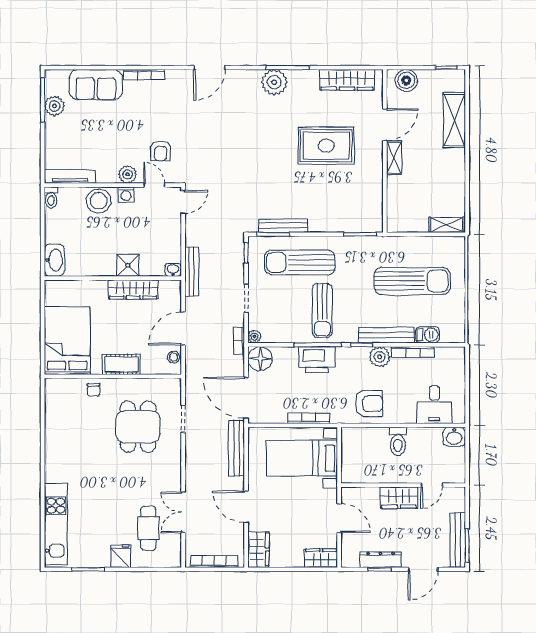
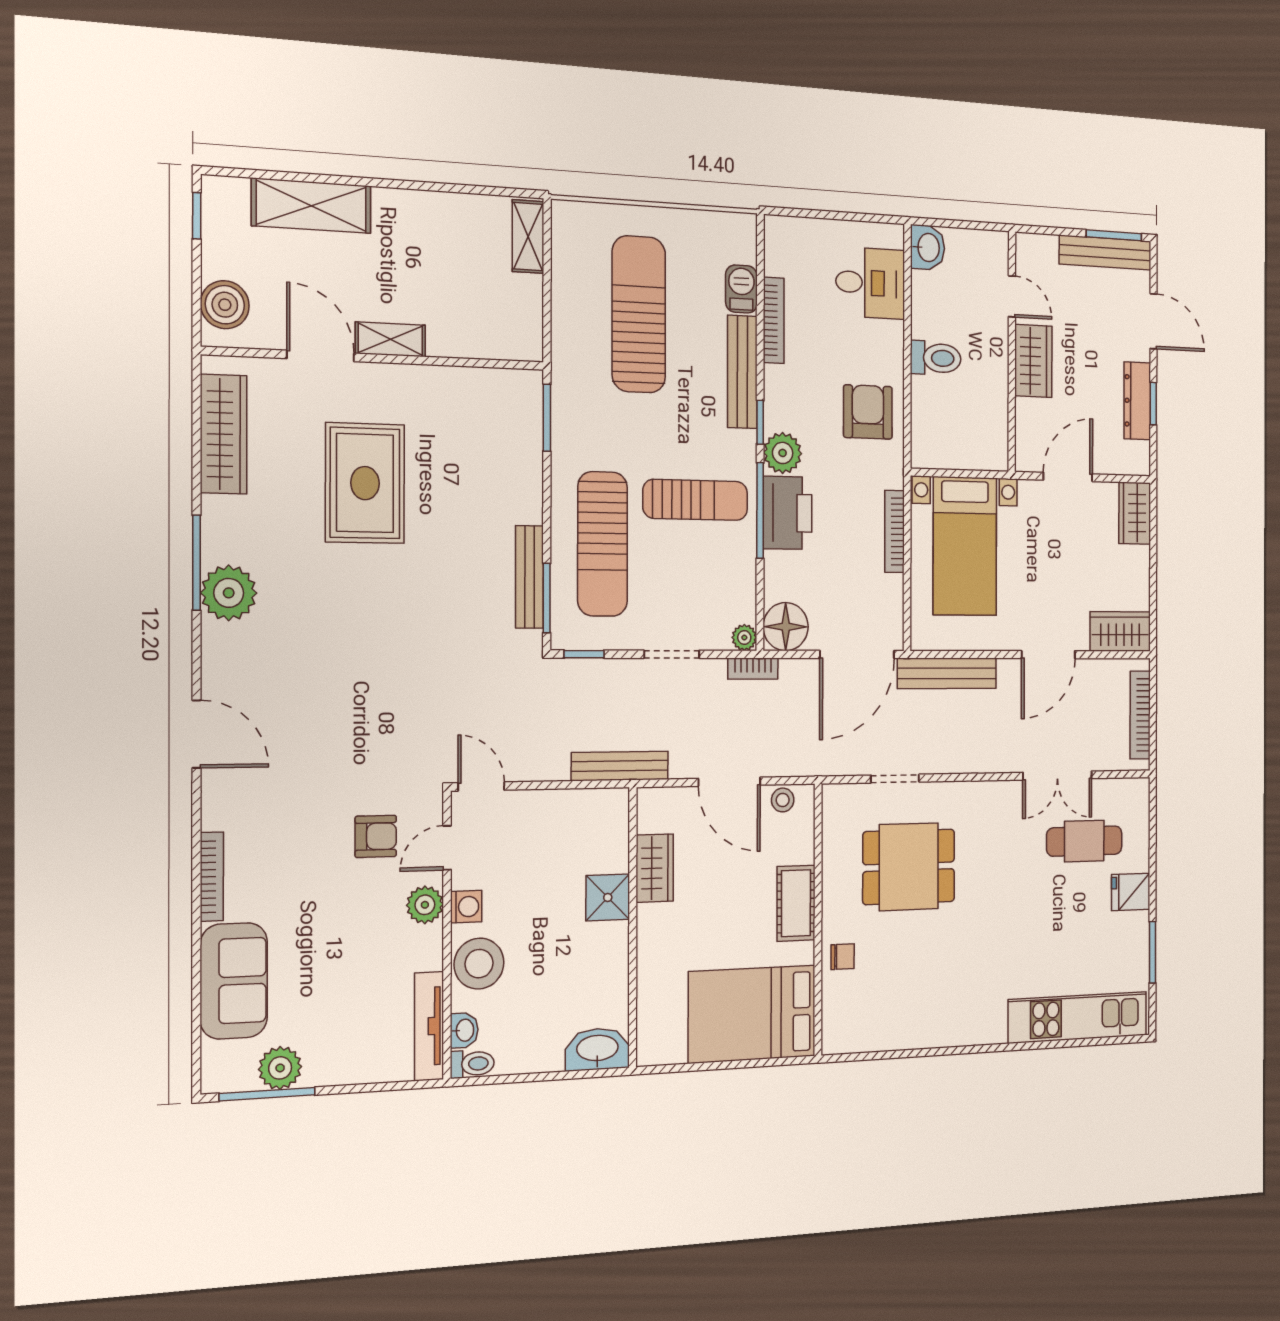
washbasin: (173, 270) -> (464, 1030), moved, turned 180
wardrobe: (133, 289) -> (655, 868), width x0.67
plant: (380, 357) -> (783, 453), moved

